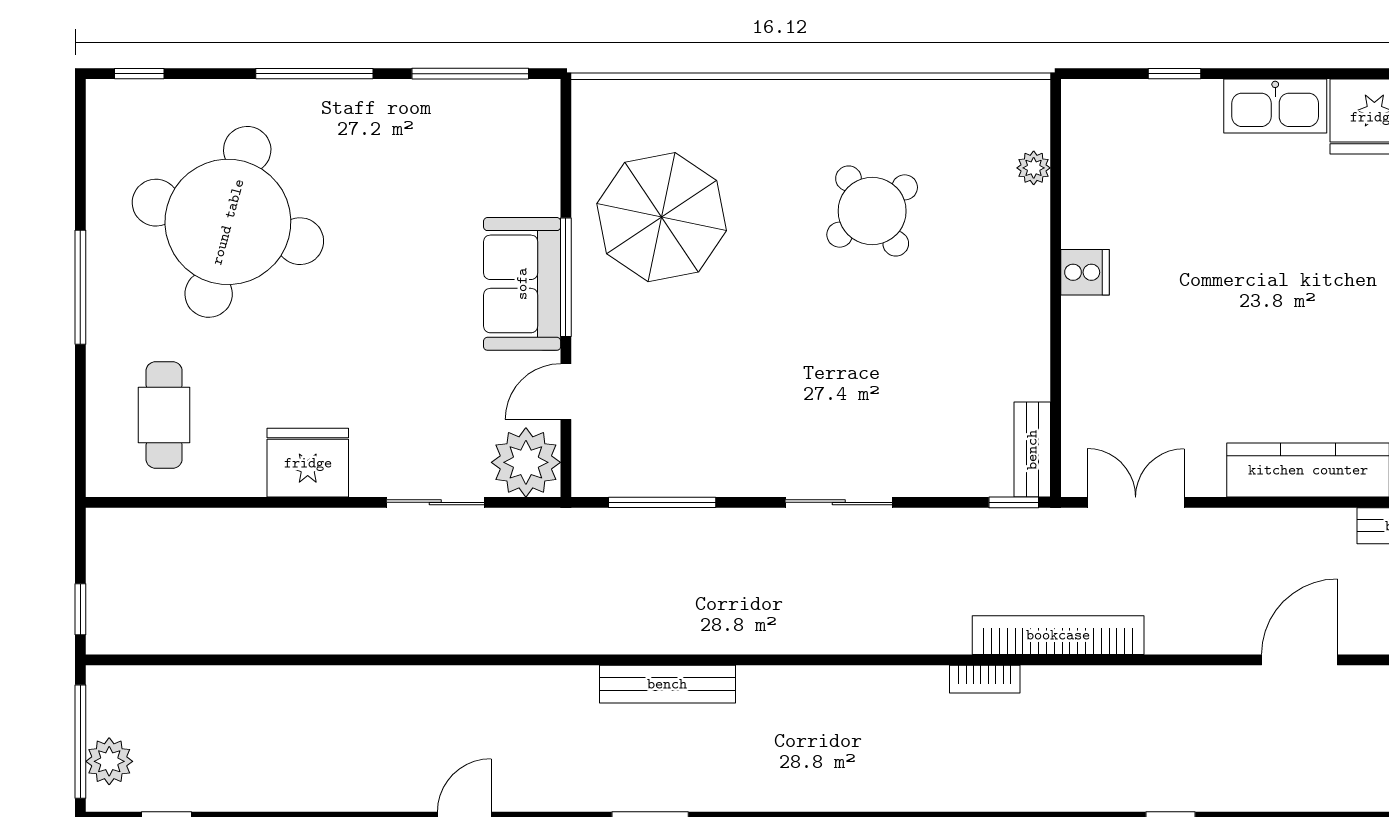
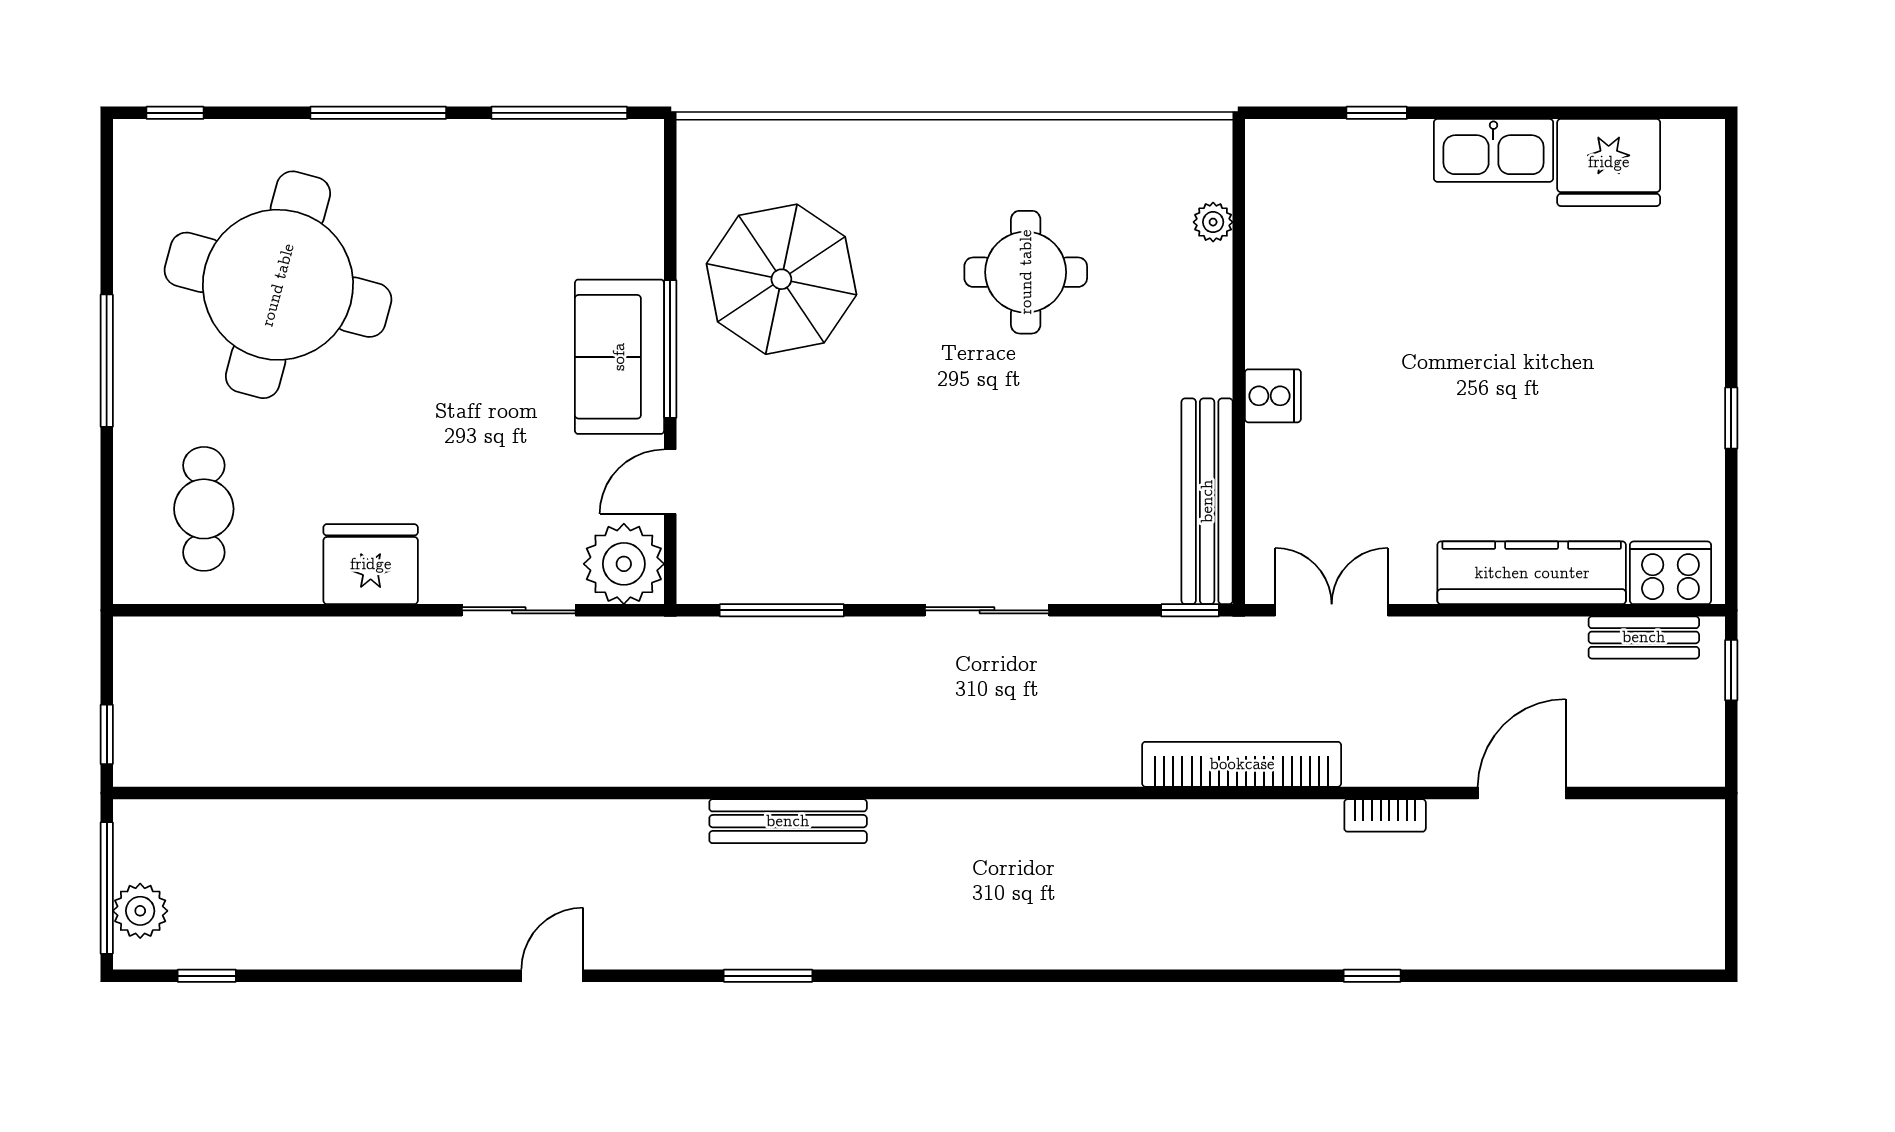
round table: (872, 211) -> (1026, 272), turned 36
cooker: (1085, 272) -> (1273, 396), moved
bench: (1032, 450) -> (1207, 501), width x1.86, depth x1.21
bookcase: (985, 679) -> (1385, 815), moved

